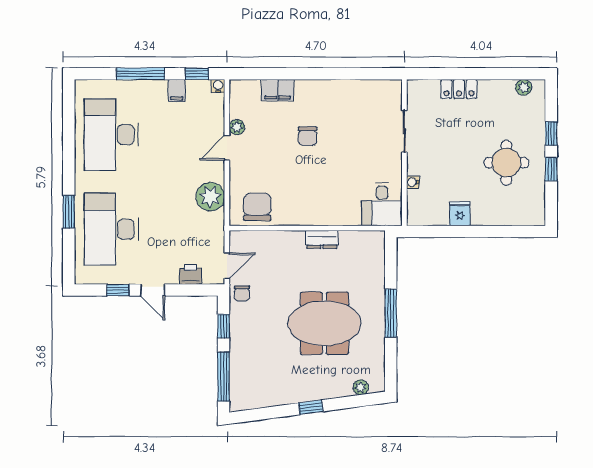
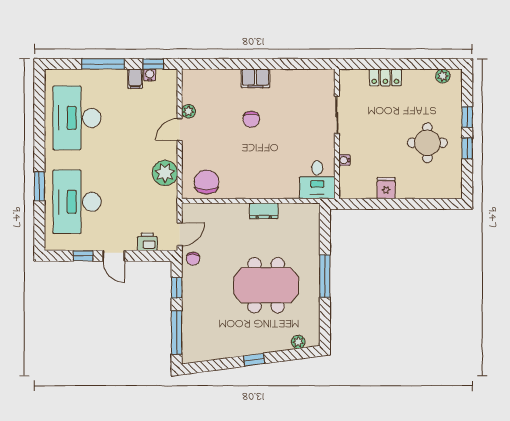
water cooler: (218, 86) -> (150, 75), moved
filing cabinet: (278, 90) -> (255, 78), moved

